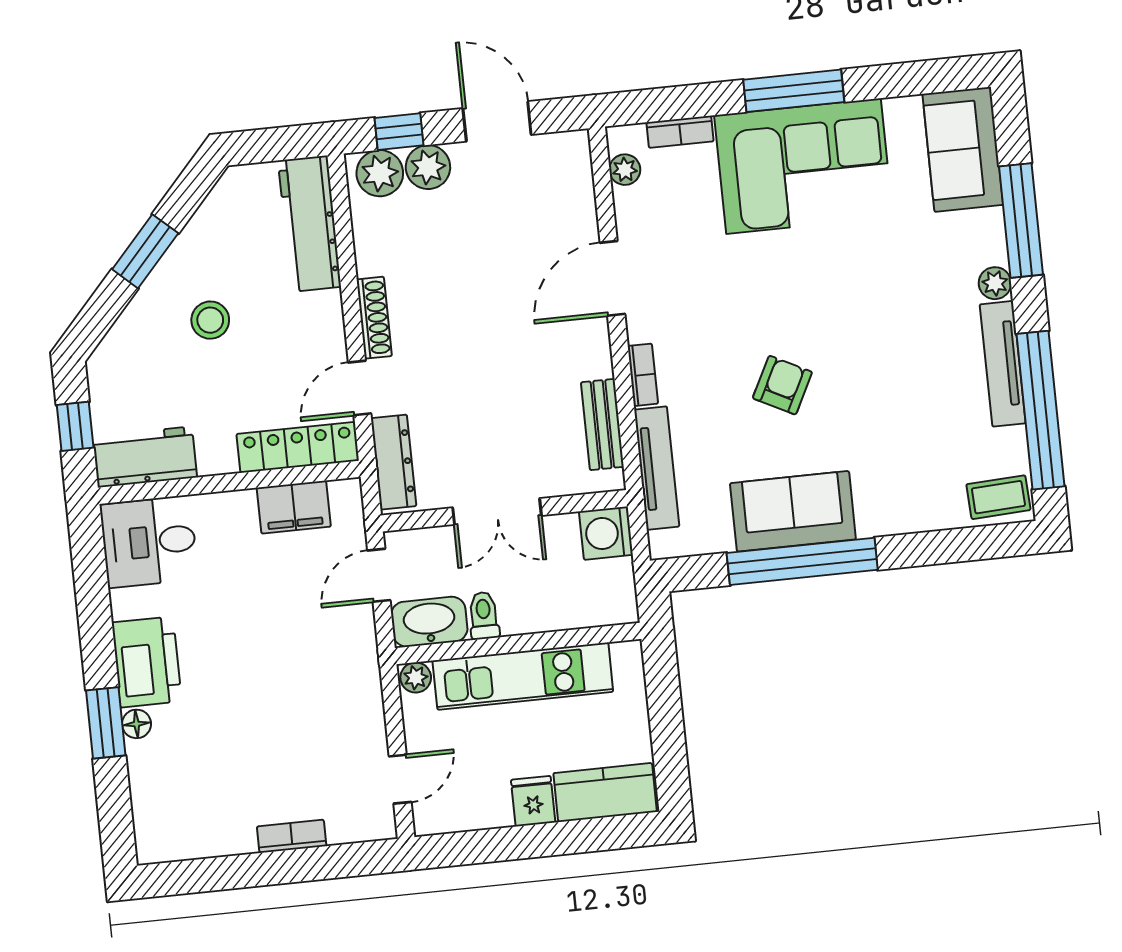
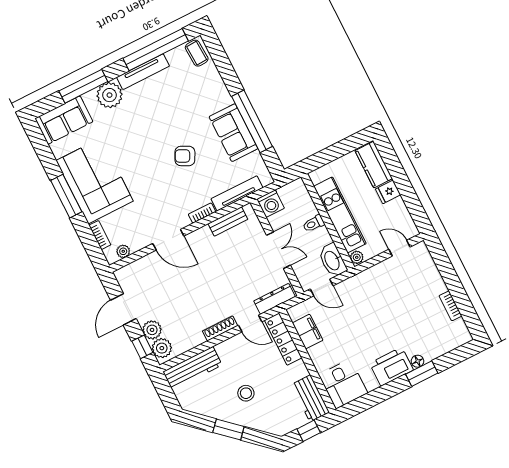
plant: (995, 283) -> (110, 95), width x1.87, depth x1.87
toilet: (484, 615) -> (314, 224), moved
bookcase: (292, 836) -> (450, 306), moved

